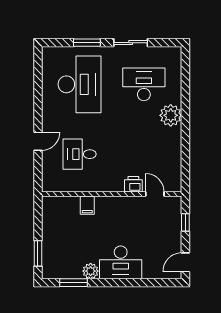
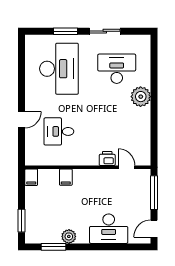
filing cabinet: (49, 205) -> (31, 177), added
window: (185, 222) -> (154, 193), width x2.17
desk: (121, 262) -> (109, 229), moved

